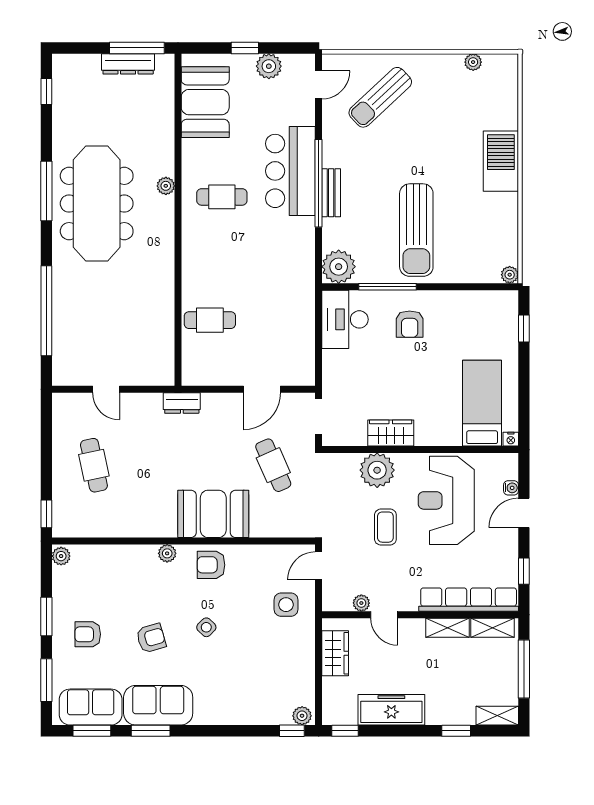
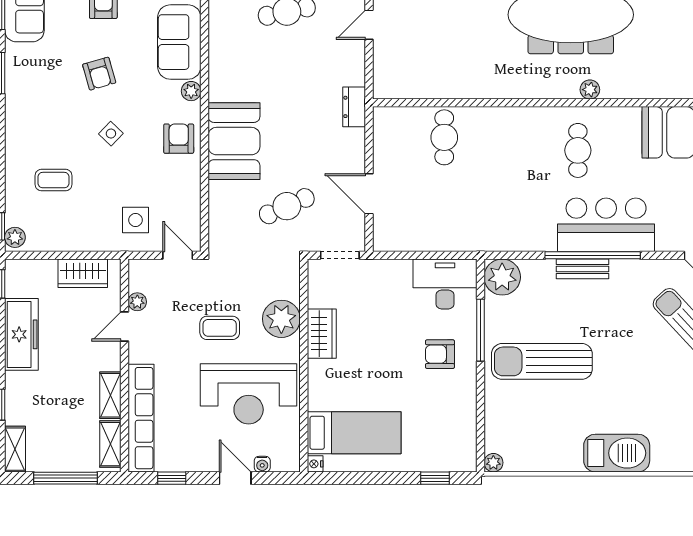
reception desk: (446, 500) -> (249, 394), turned 180
coffee table: (249, 680) -> (54, 180), added
sofa: (158, 705) -> (179, 42), moved, turned 180

